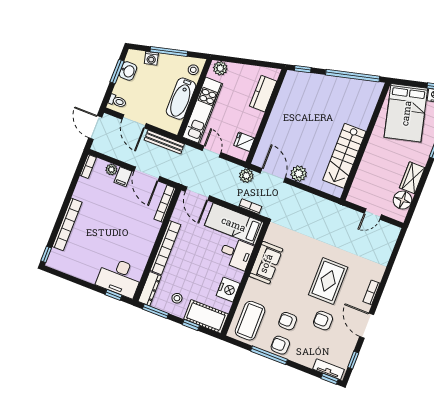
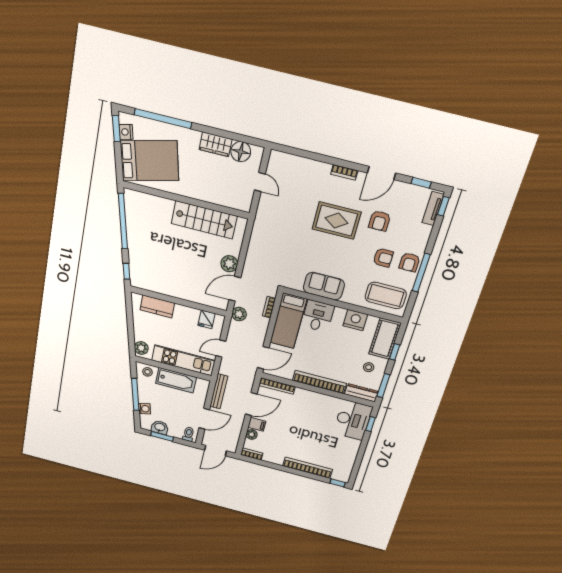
armchair: (288, 321) -> (383, 258), turned -90

